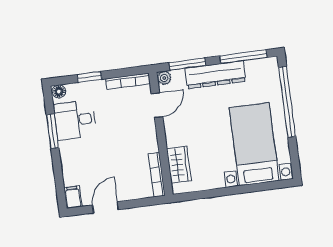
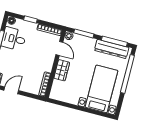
dresser: (215, 75) -> (112, 49), moved
door: (157, 105) -> (59, 48), hinge flipped
wardrobe: (179, 165) -> (62, 70), moved

